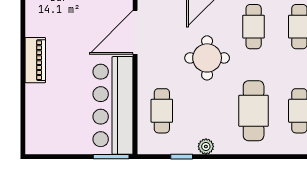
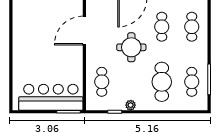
piano: (35, 60) -> (19, 49), removed
bar counter: (113, 105) -> (51, 97), moved, turned 90

